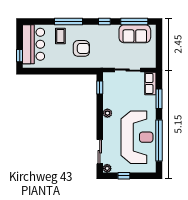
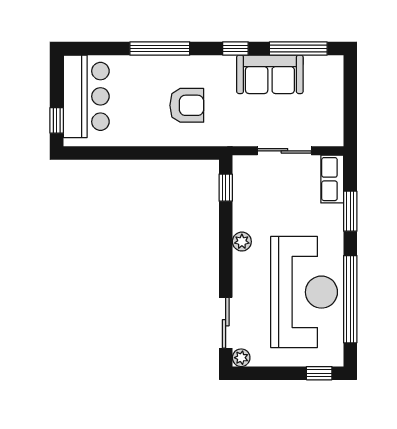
sofa: (135, 34) -> (270, 74), moved
coffee table: (60, 36) -> (143, 79), removed
window: (124, 176) -> (319, 373), moved

